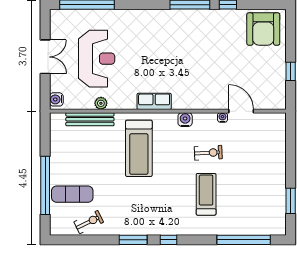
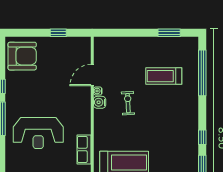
reception desk: (173, 48) -> (38, 133), added
water cooler: (185, 120) -> (100, 102), moved
treadmill: (206, 194) -> (164, 76), moved

